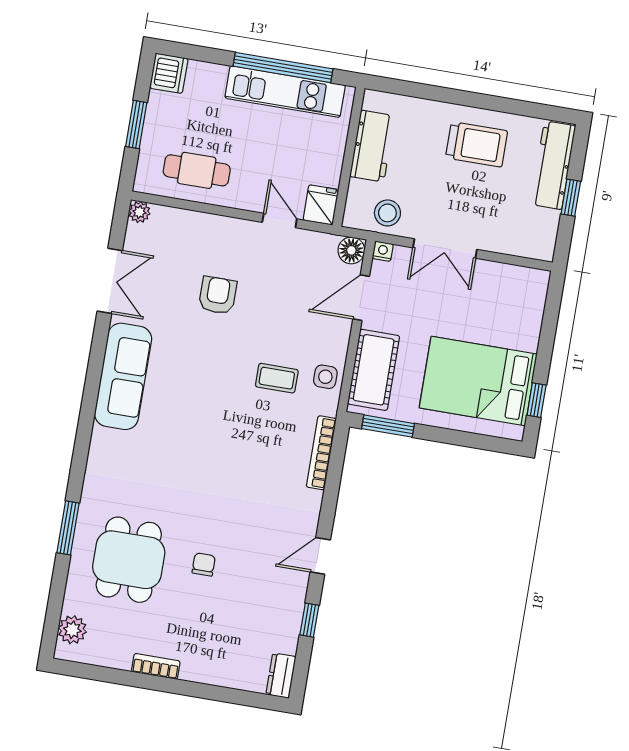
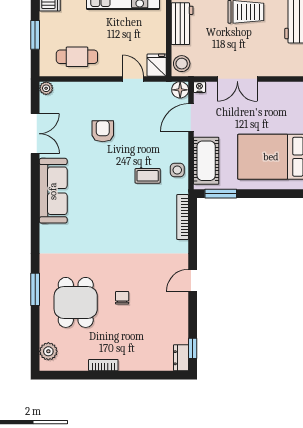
stool: (387, 213) -> (182, 64), moved
window: (309, 620) -> (193, 348), moved

